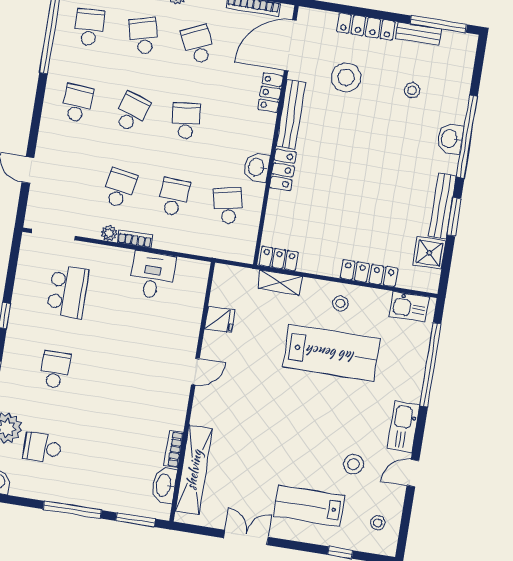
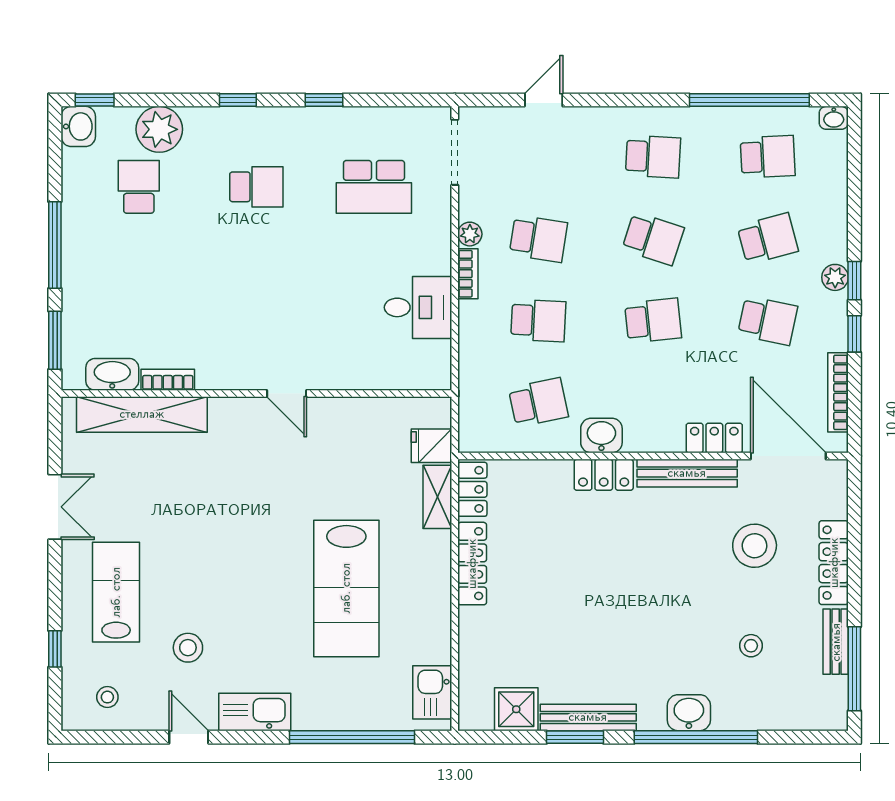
school desk: (198, 45) -> (768, 321), turned 36
locker: (369, 273) -> (472, 564), moved
stool: (340, 303) -> (421, 591), removed
fridge: (220, 320) -> (431, 446), moved, turned 90

